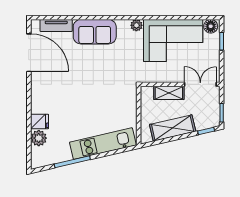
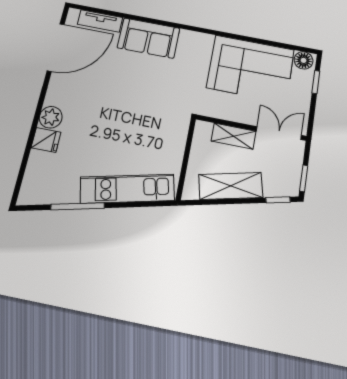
plant: (136, 25) -> (205, 41), removed
door: (29, 53) -> (56, 47), hinge flipped
plant: (39, 138) -> (51, 117), moved

